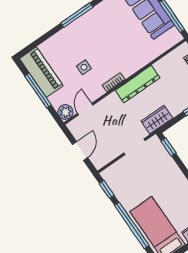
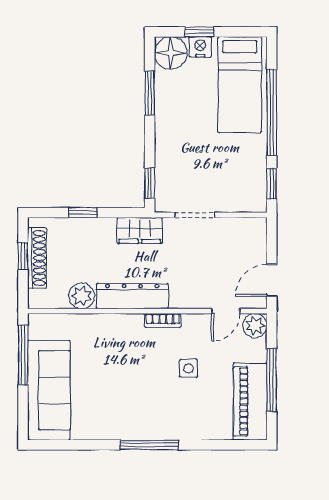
plant: (163, 66) -> (82, 296), added
door: (80, 151) -> (272, 280), moved

